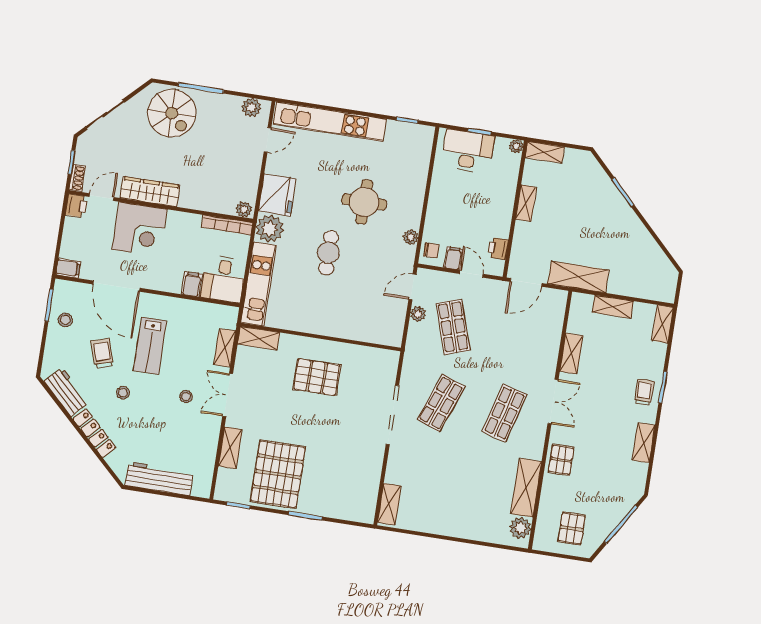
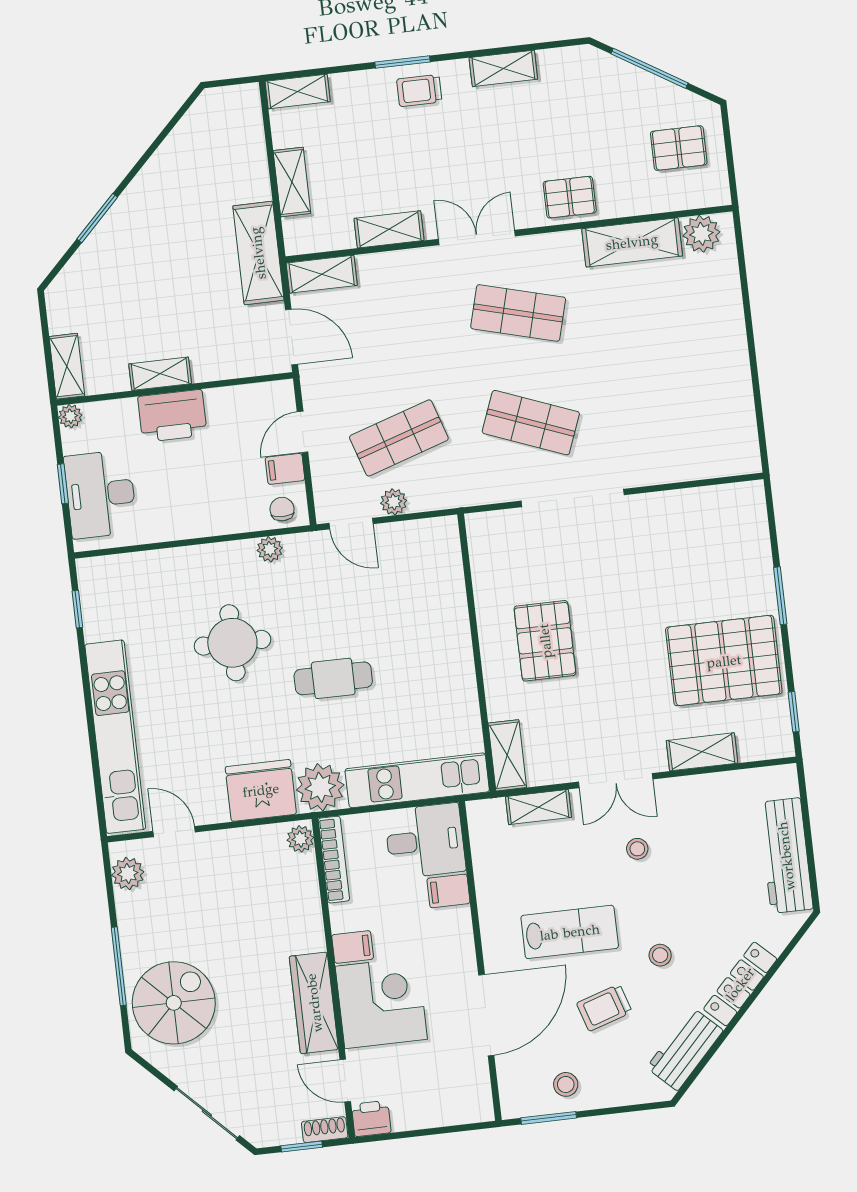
printer: (498, 248) -> (172, 416), moved, width x1.87, depth x1.48
filing cabinet: (68, 268) -> (353, 947), moved, turned 90
shelving: (389, 504) -> (322, 274), moved

